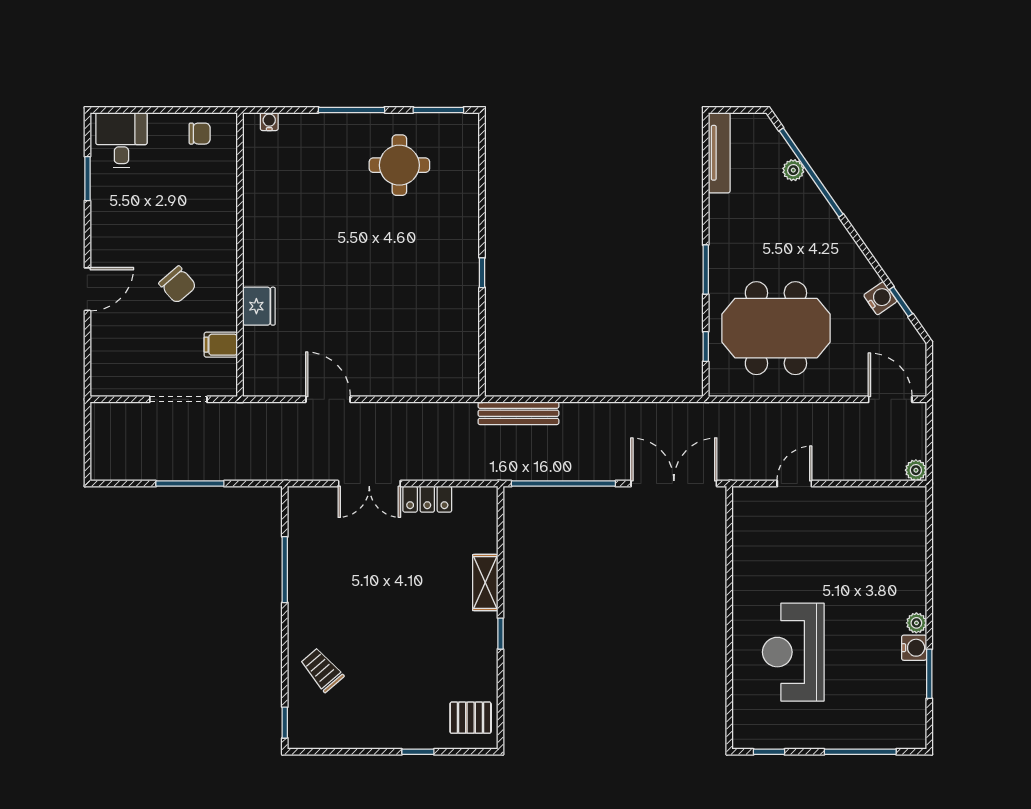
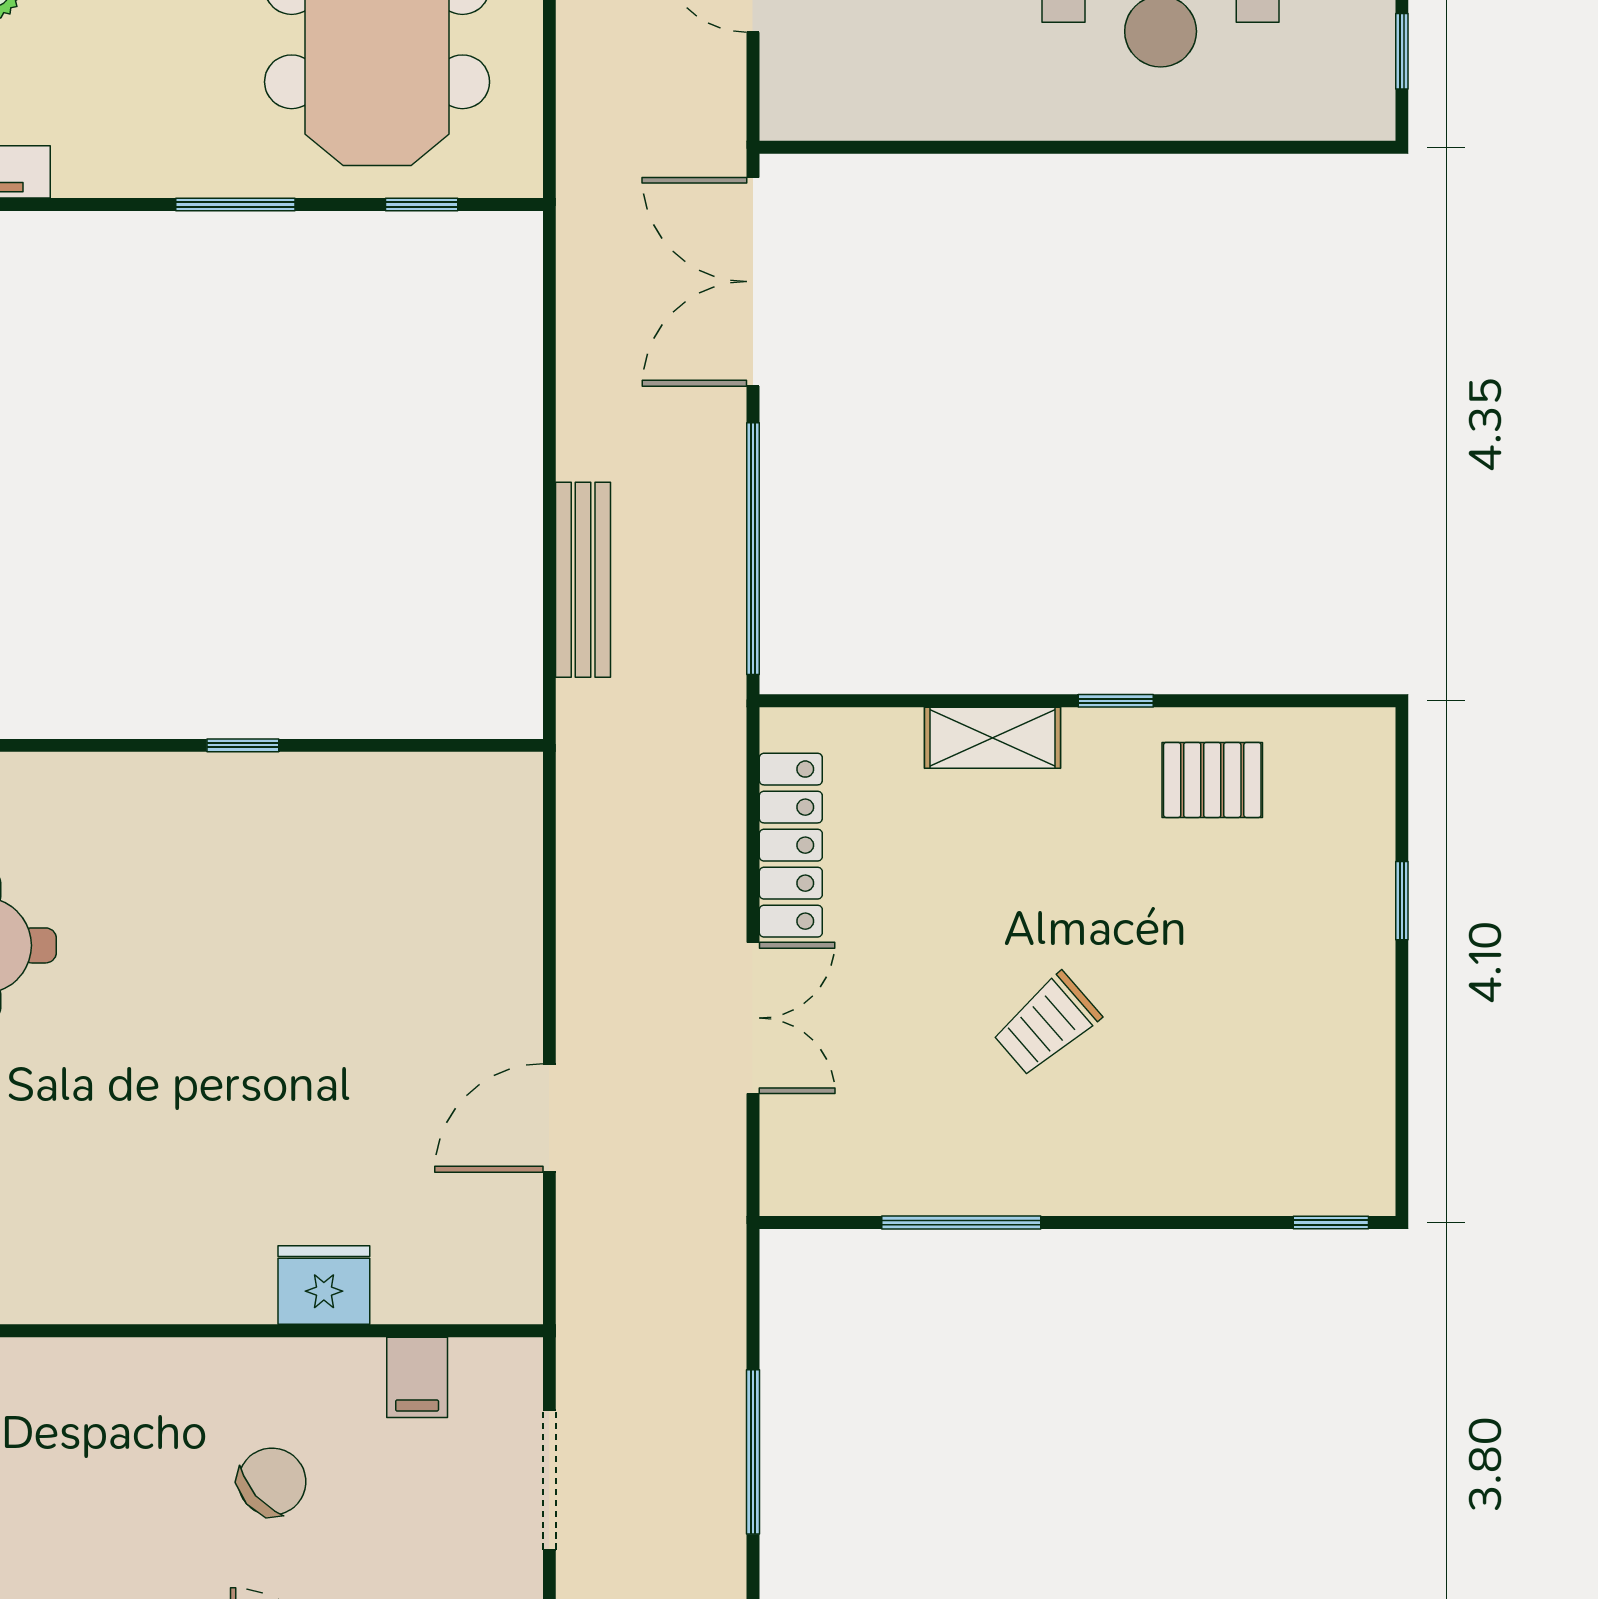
bench: (518, 413) -> (583, 580), moved
locker: (427, 499) -> (791, 845), width x1.53
trolley: (322, 670) -> (1047, 1024), moved
pallet: (471, 718) -> (1212, 780), moved, turned 90

